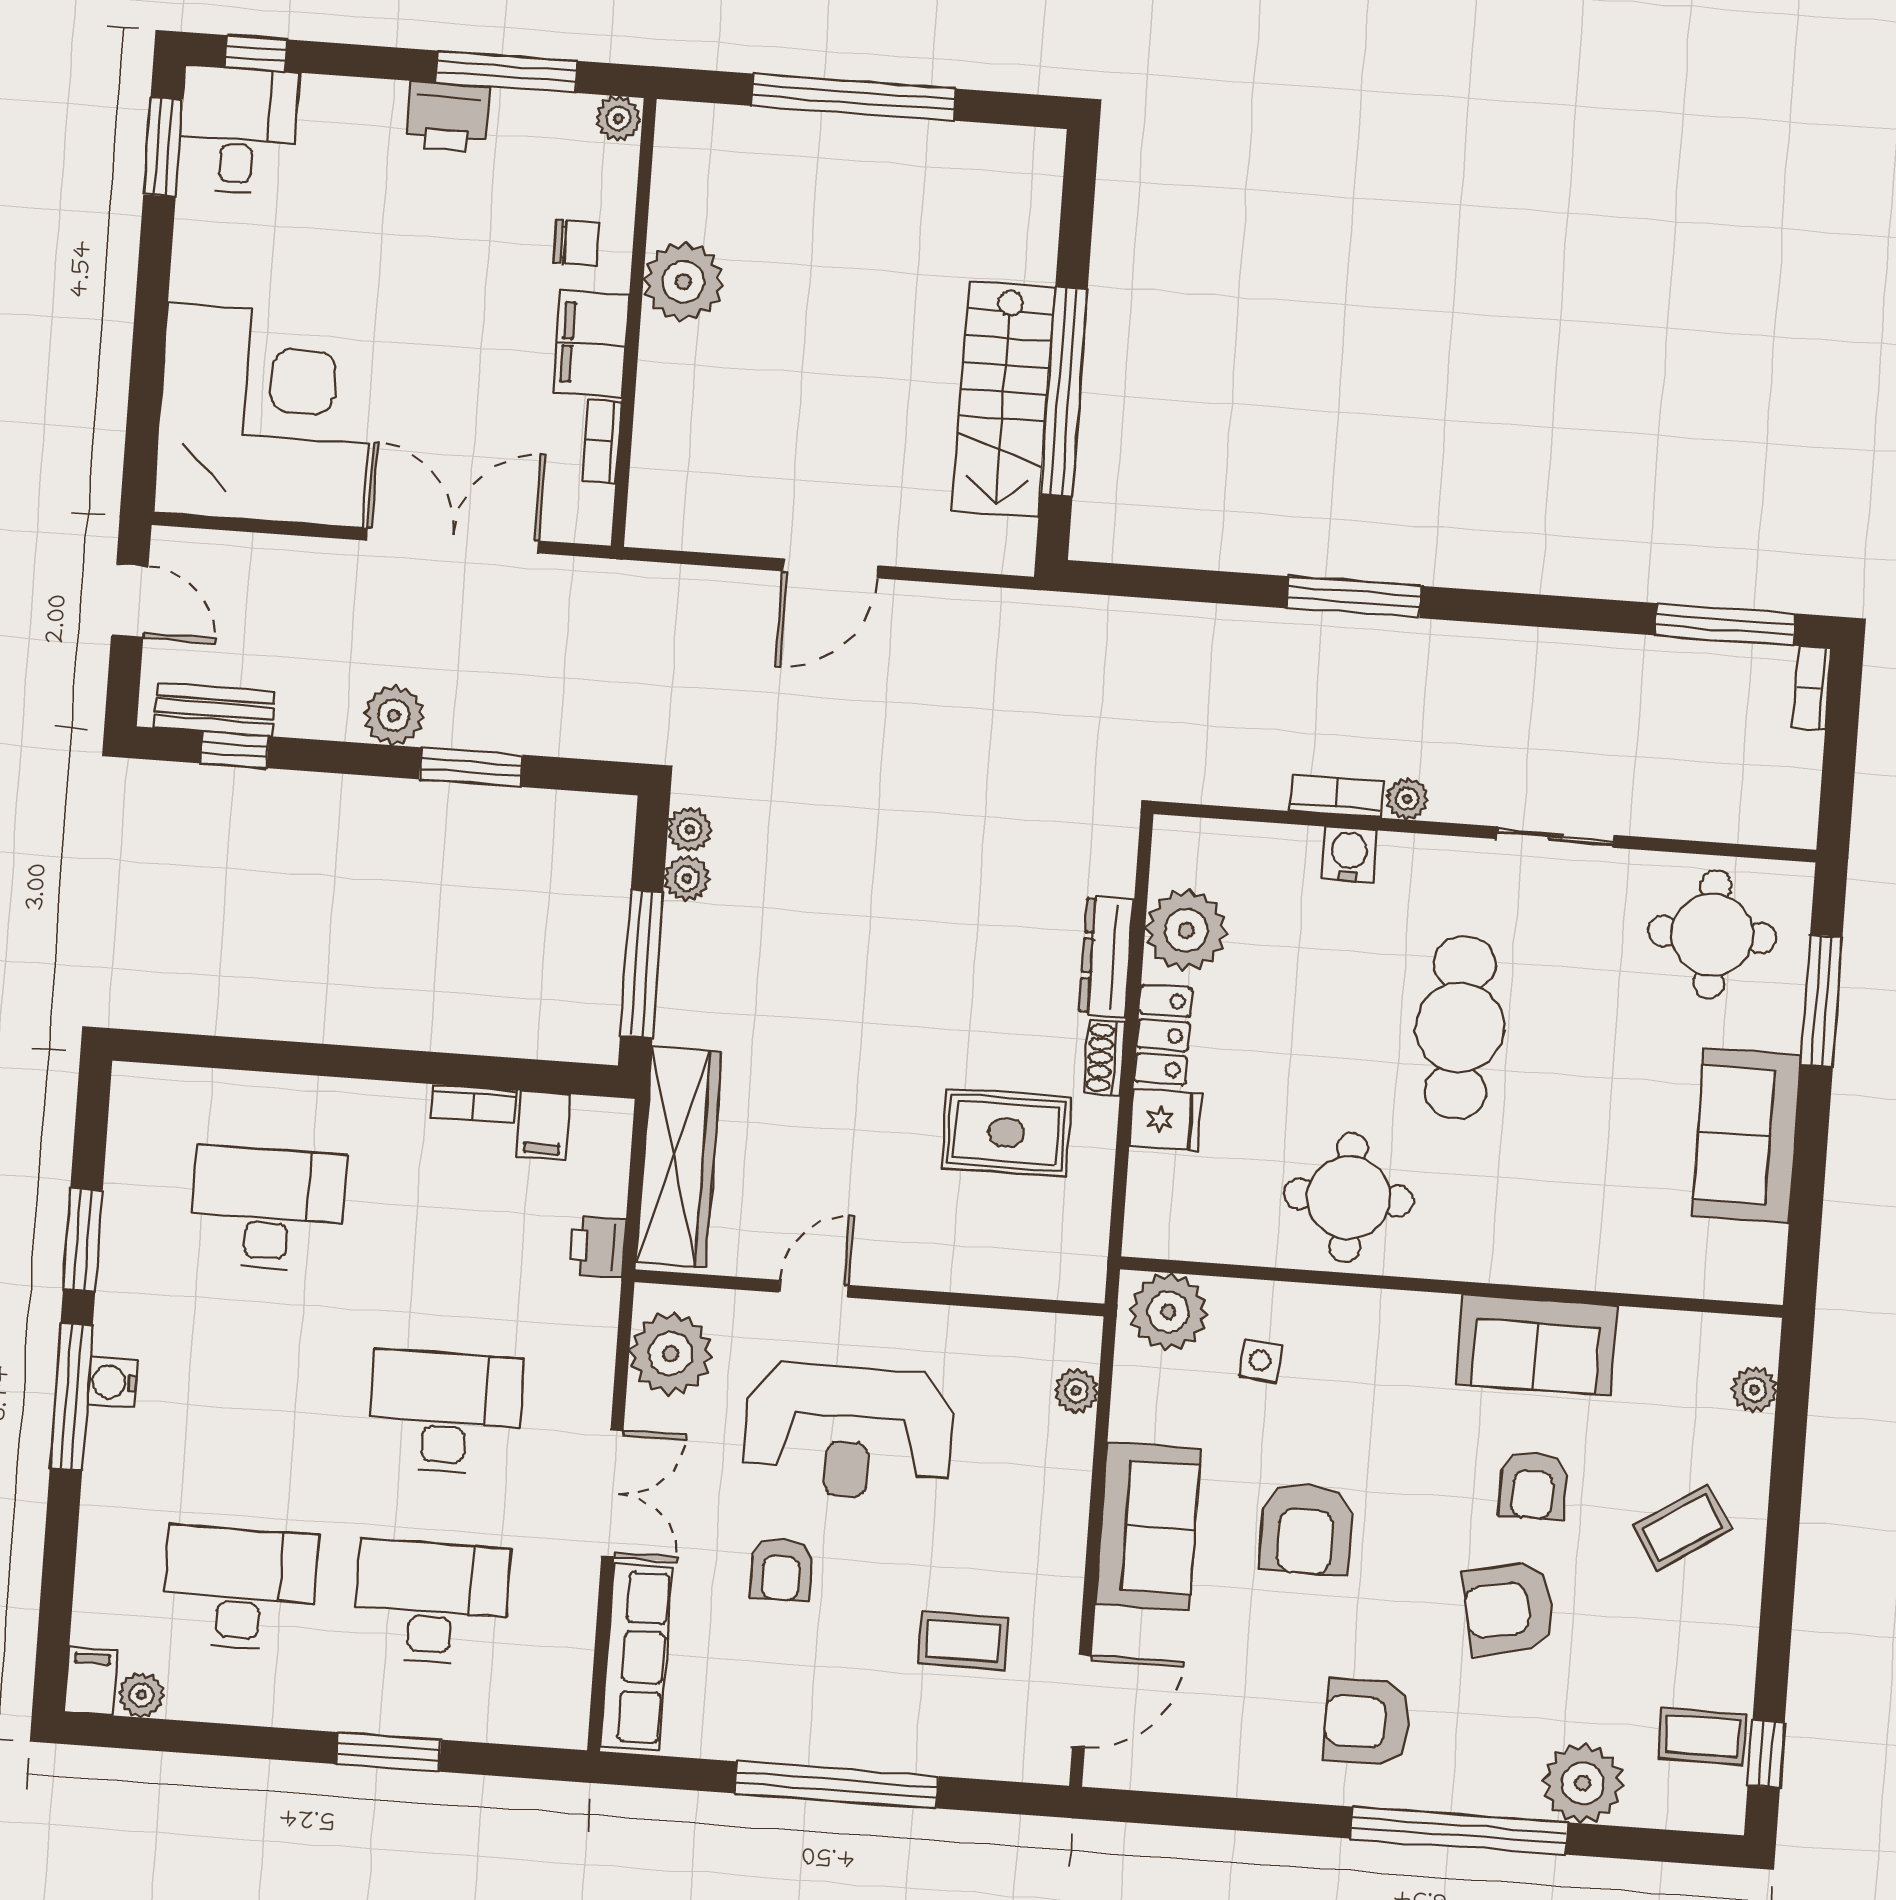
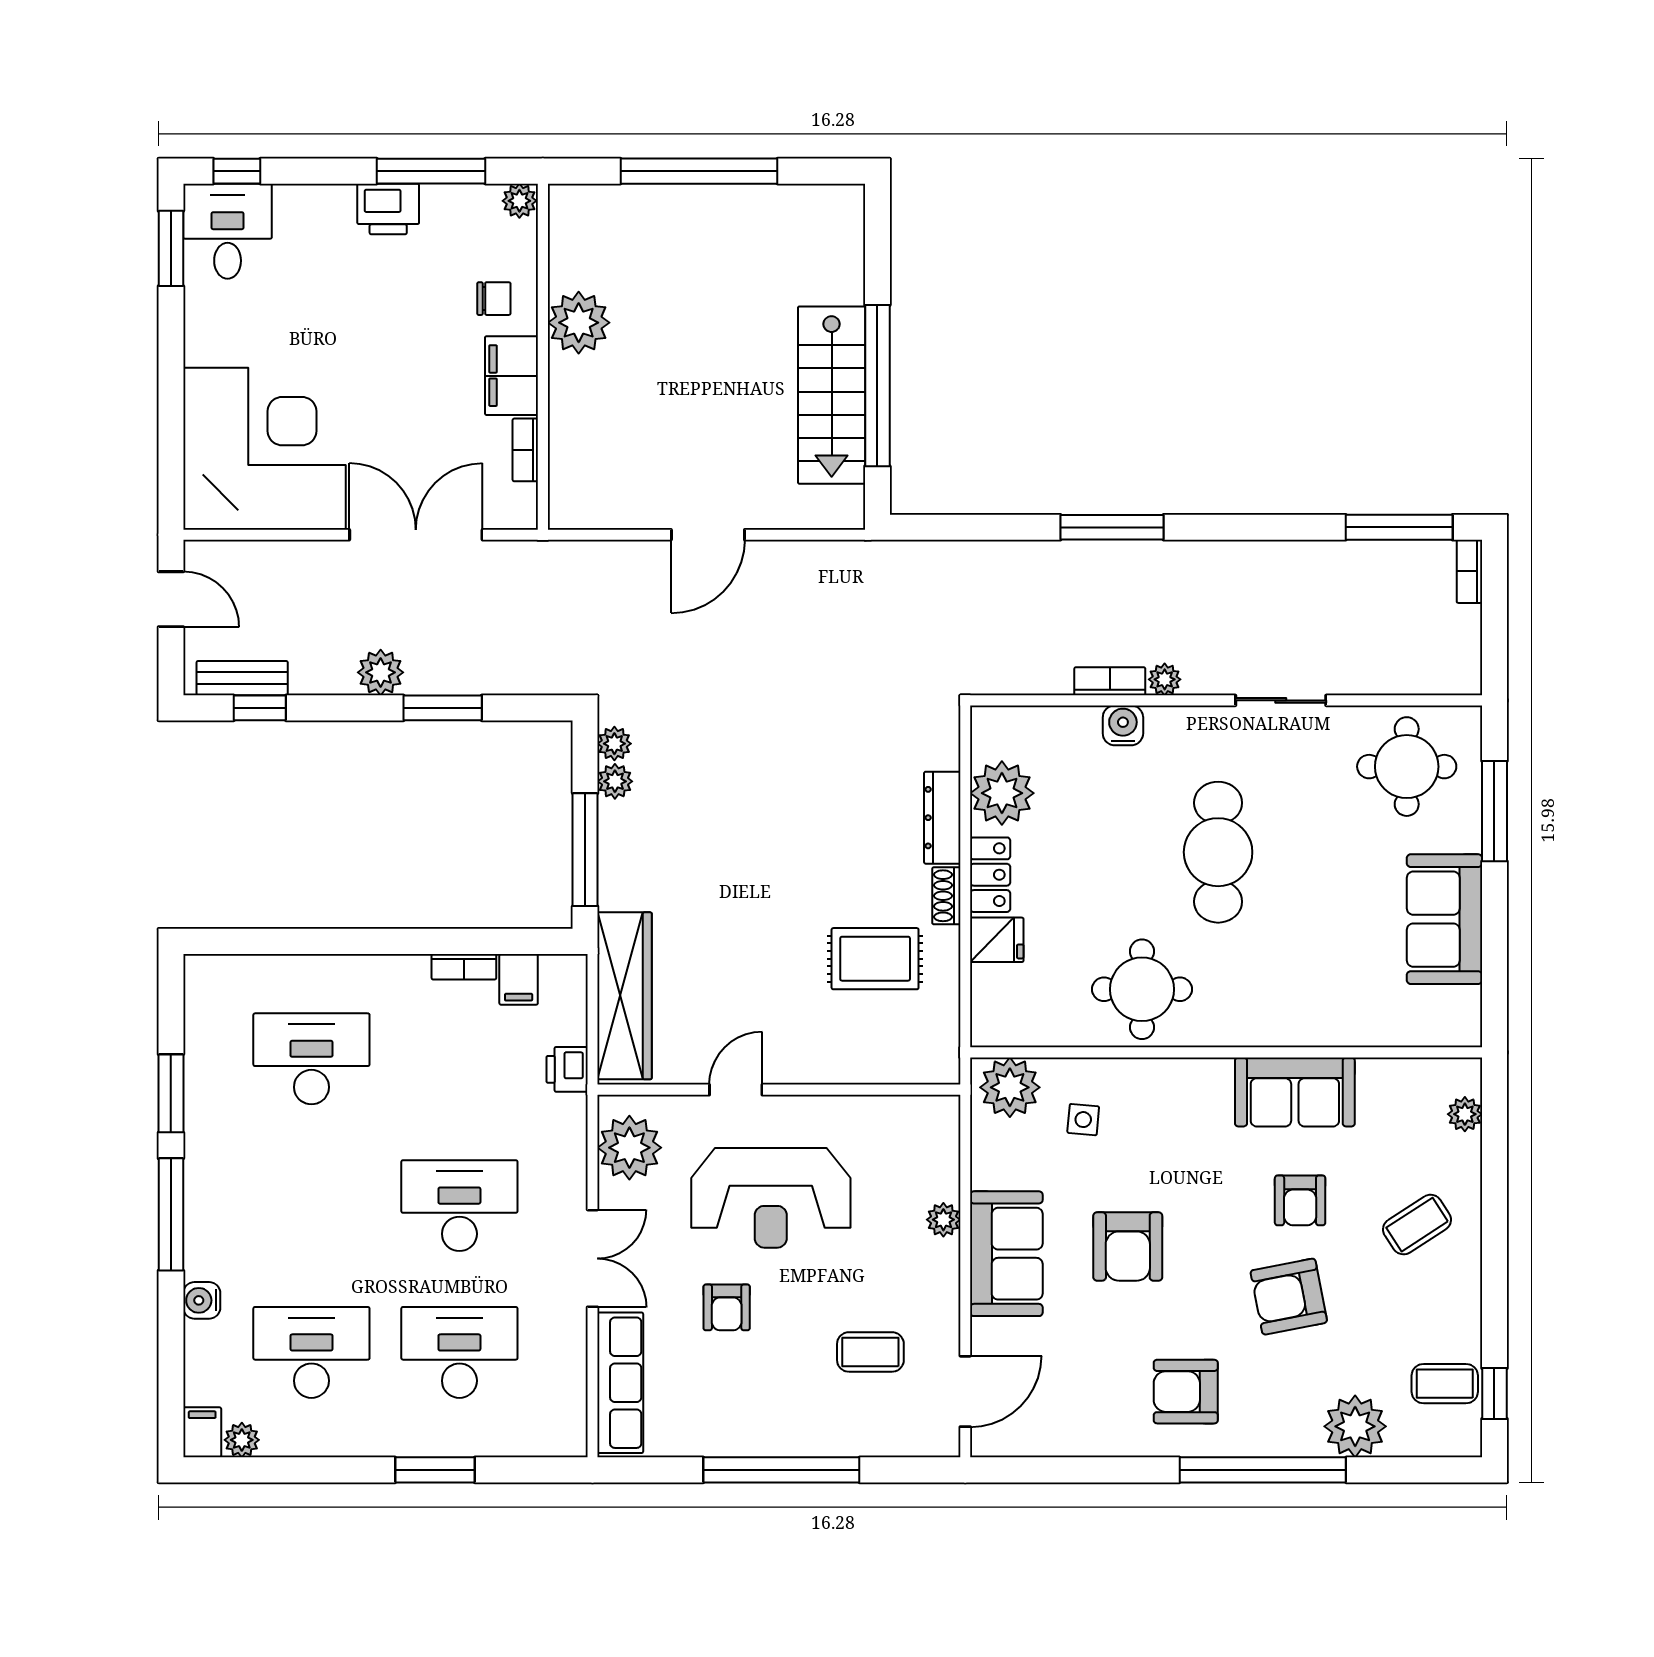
water cooler: (112, 1382) -> (202, 1300), moved
plant: (1076, 1391) -> (943, 1220), moved

